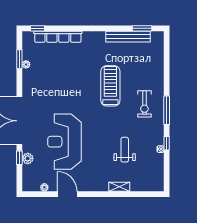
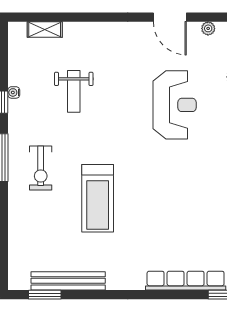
exercise bike: (144, 104) -> (41, 168), turned 180
reception desk: (64, 142) -> (175, 105), width x0.74, depth x0.77
shelving: (119, 187) -> (45, 29), moved

